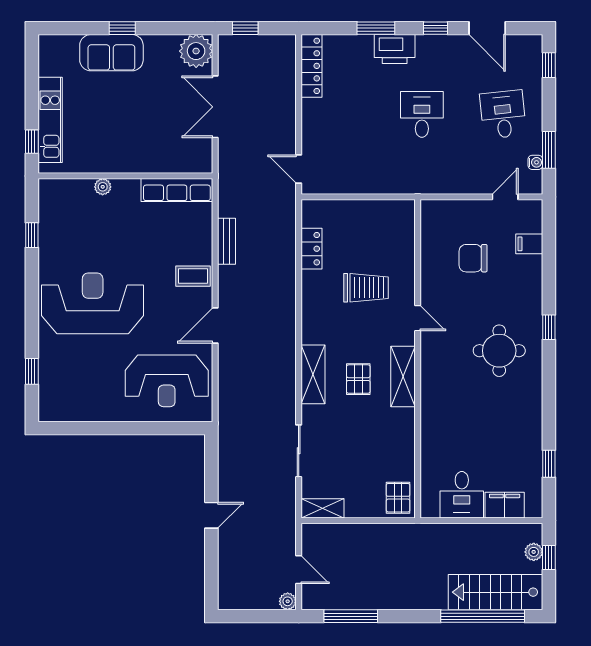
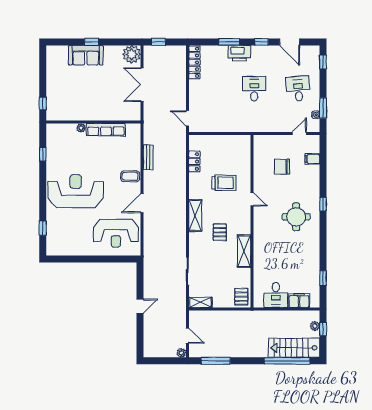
kitchen unit: (50, 120) -> (53, 92), removed
row of seats: (177, 190) -> (106, 130), moved
shelving: (313, 374) -> (195, 216), moved
shelving: (403, 377) -> (244, 251), moved

